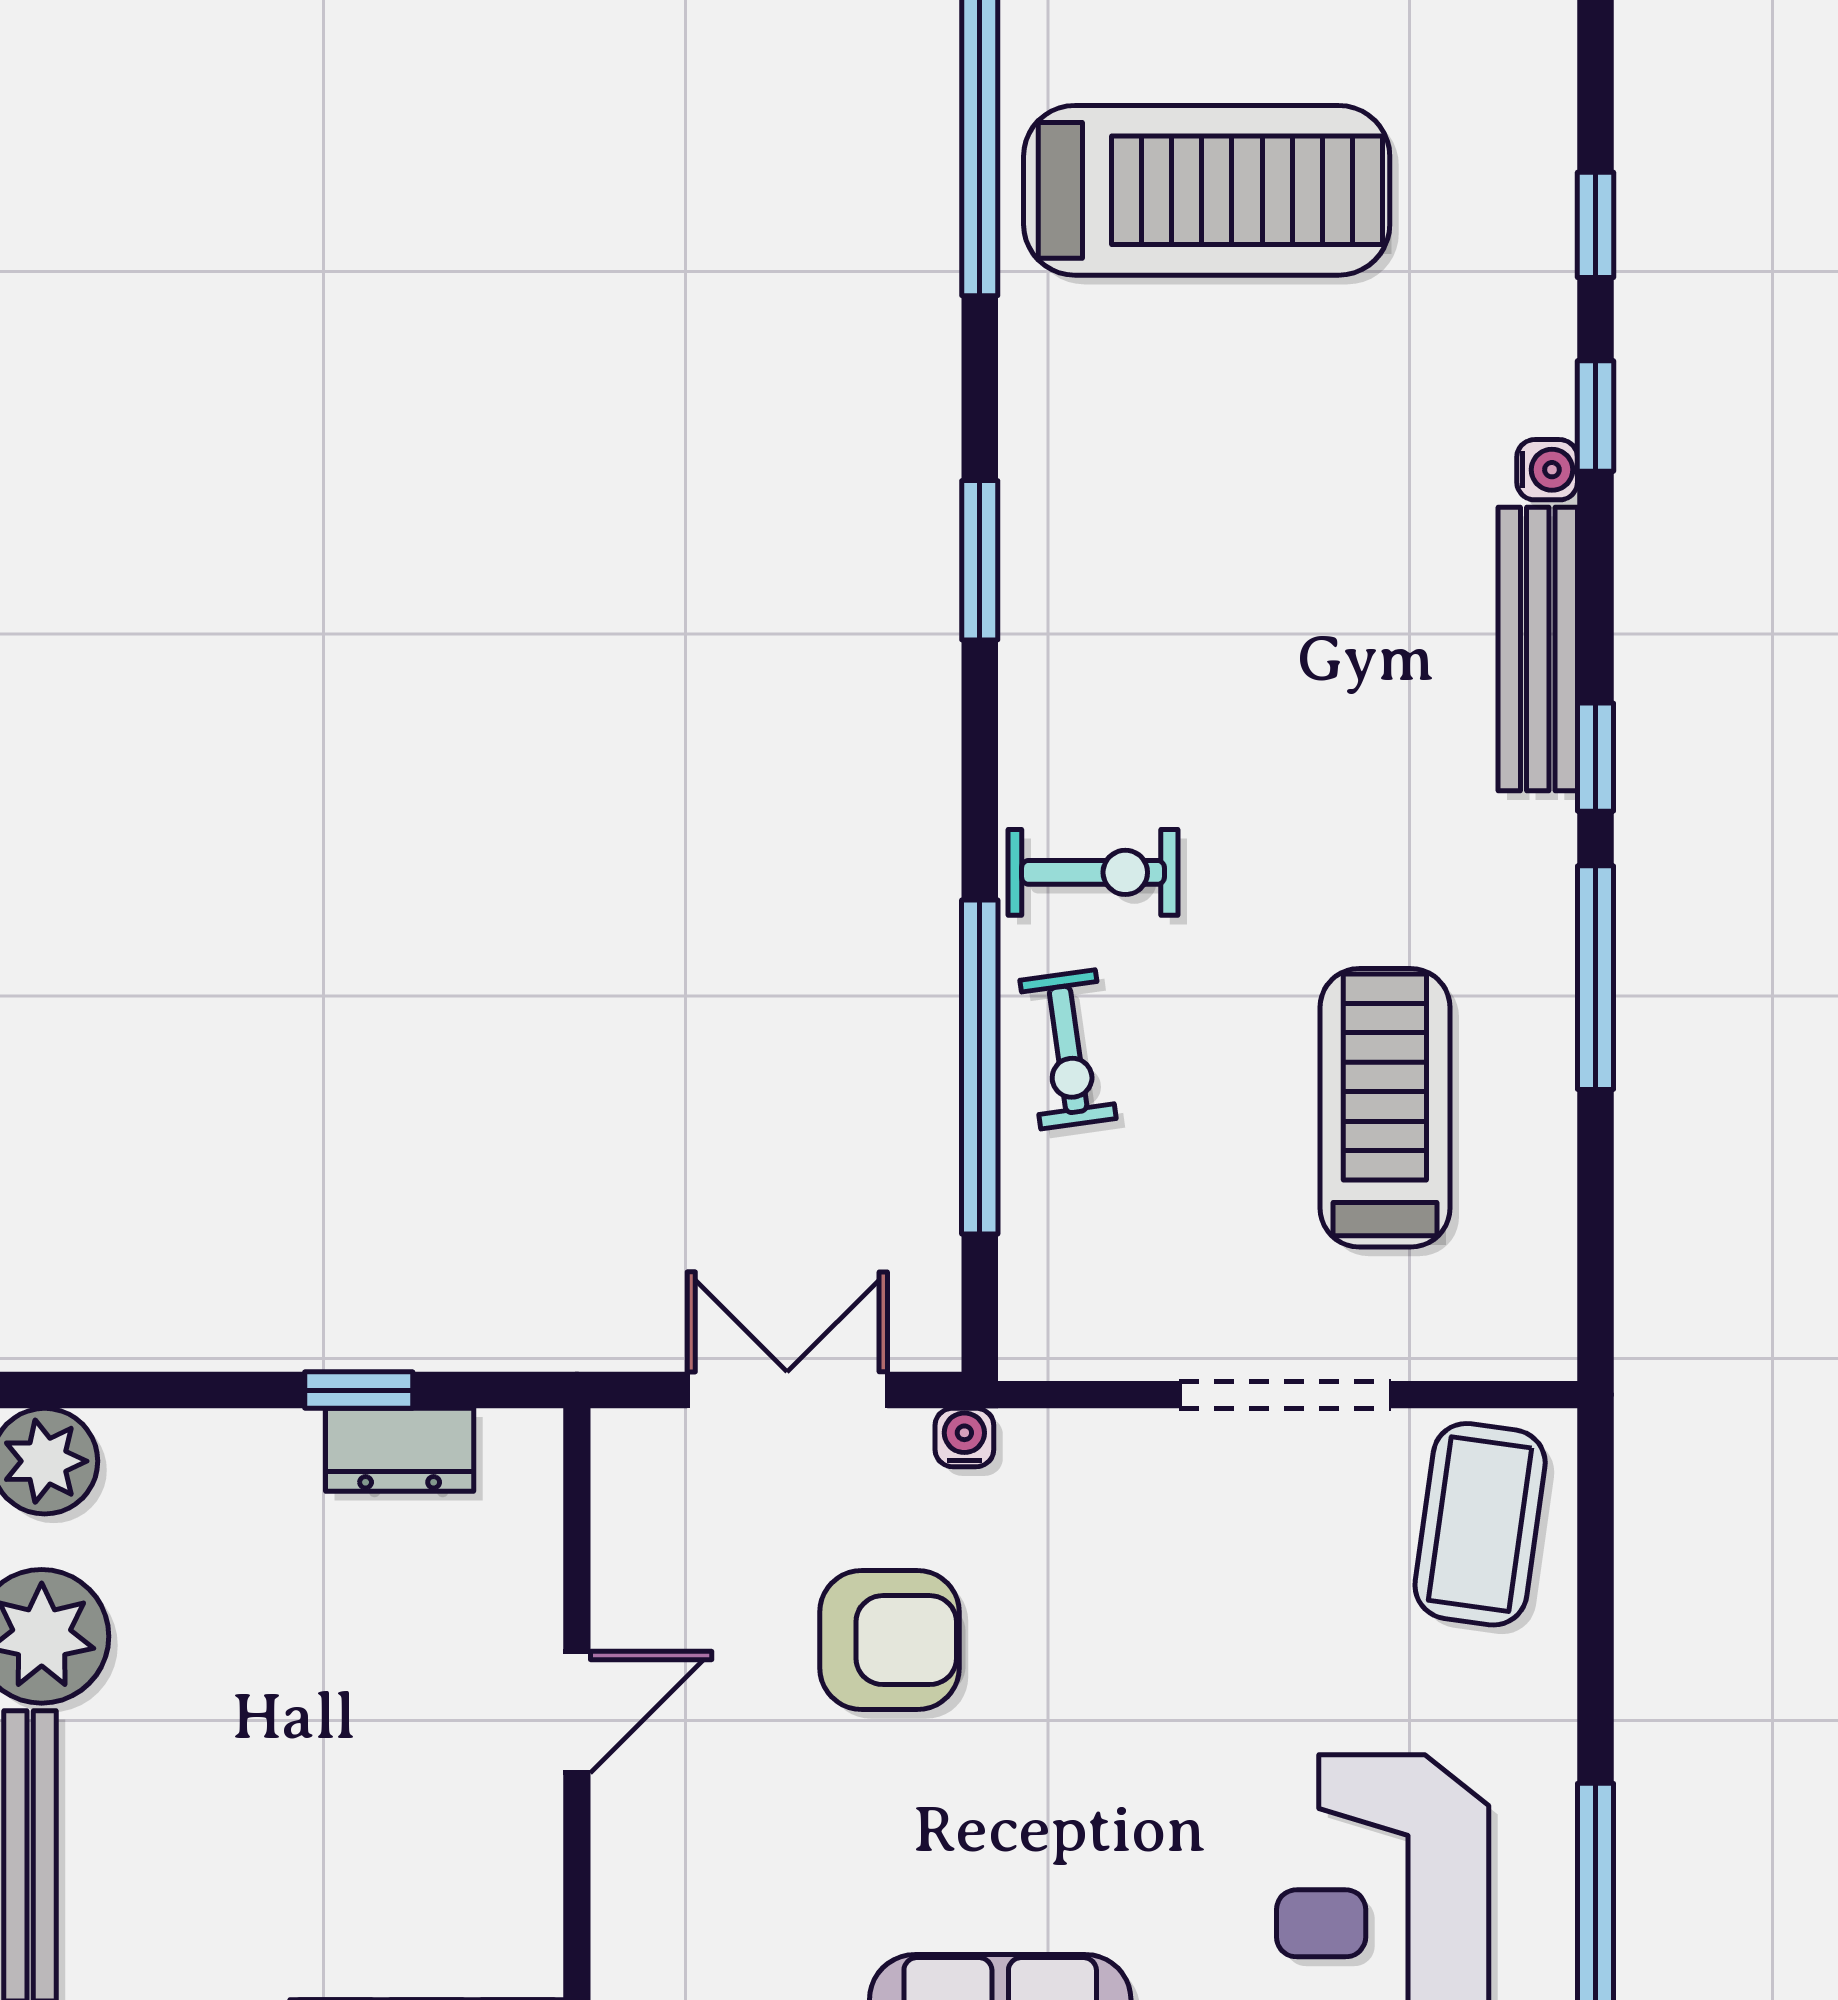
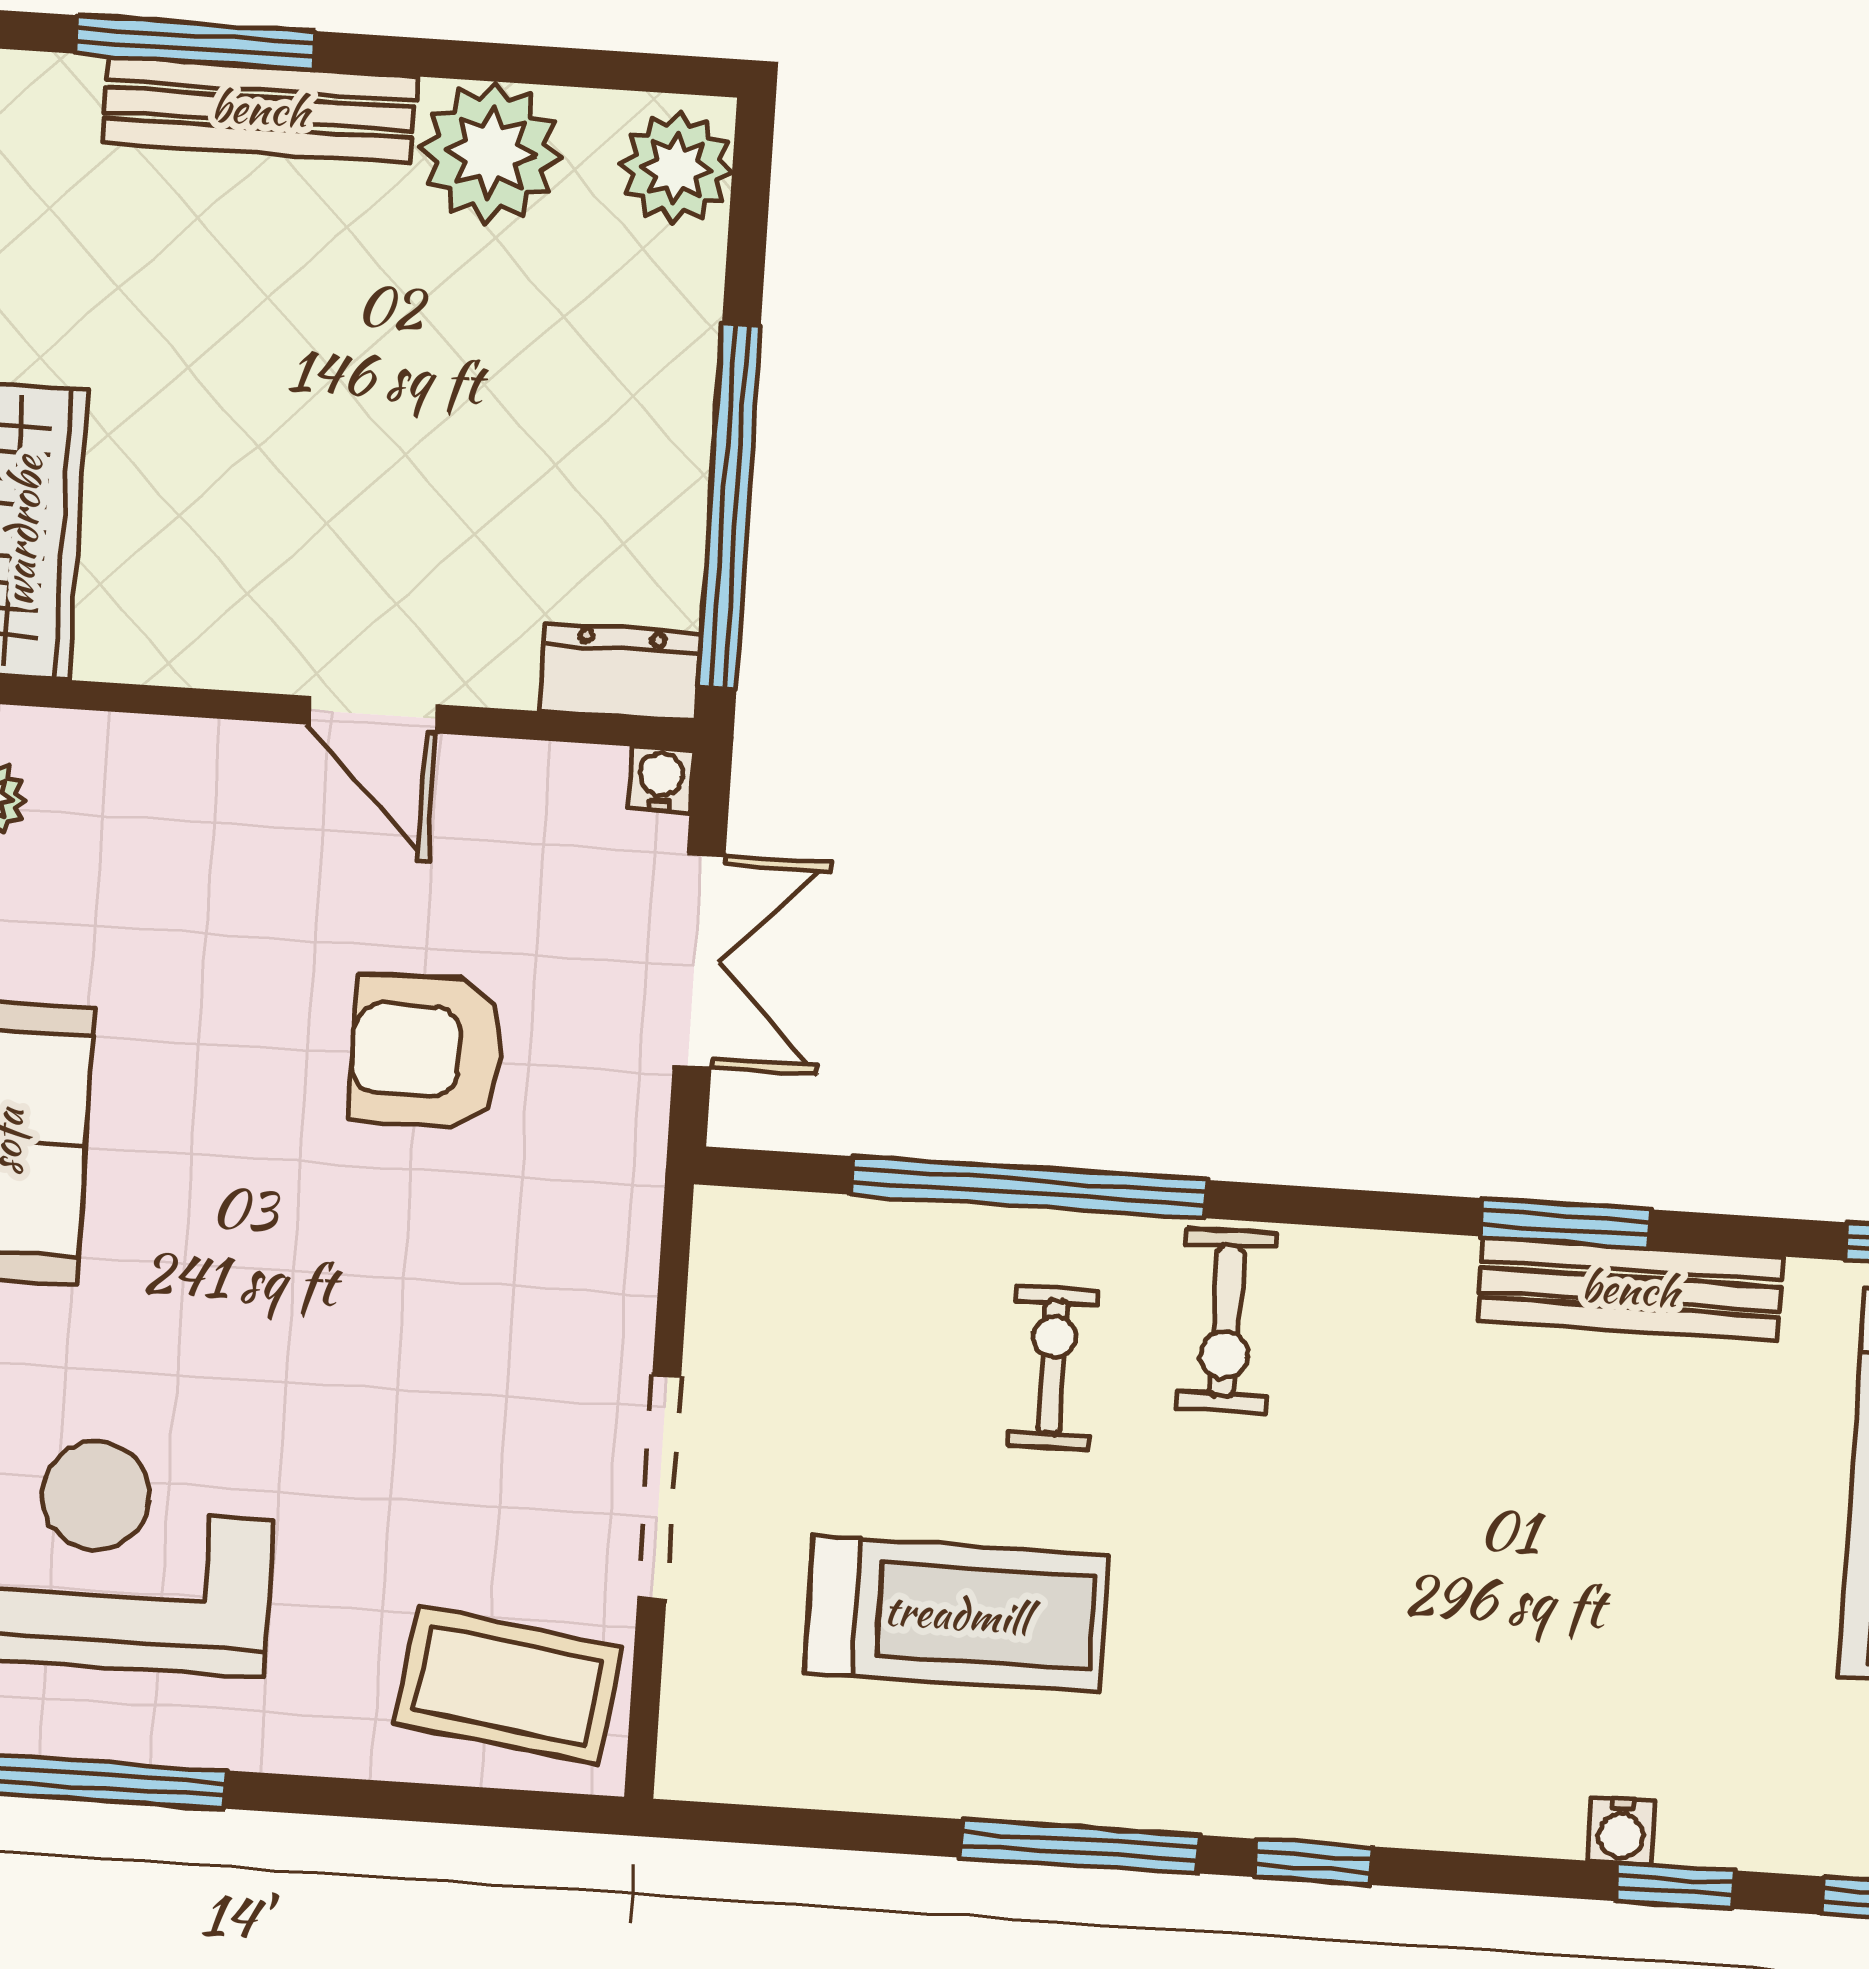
bench: (1538, 649) -> (1630, 1289), moved
exercise bike: (1068, 1049) -> (1053, 1367), moved, turned 98
window: (359, 1390) -> (729, 506), width x3.17
water cooler: (964, 1437) -> (661, 779), moved, turned -90
dresser: (400, 1450) -> (620, 672), moved, turned 90
armchair: (890, 1640) -> (427, 1051), turned 90

